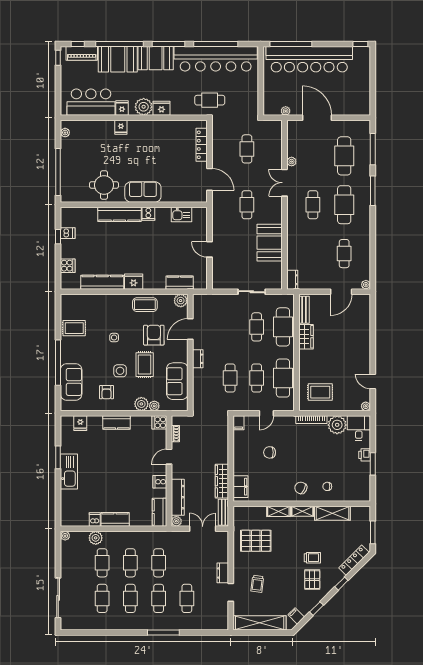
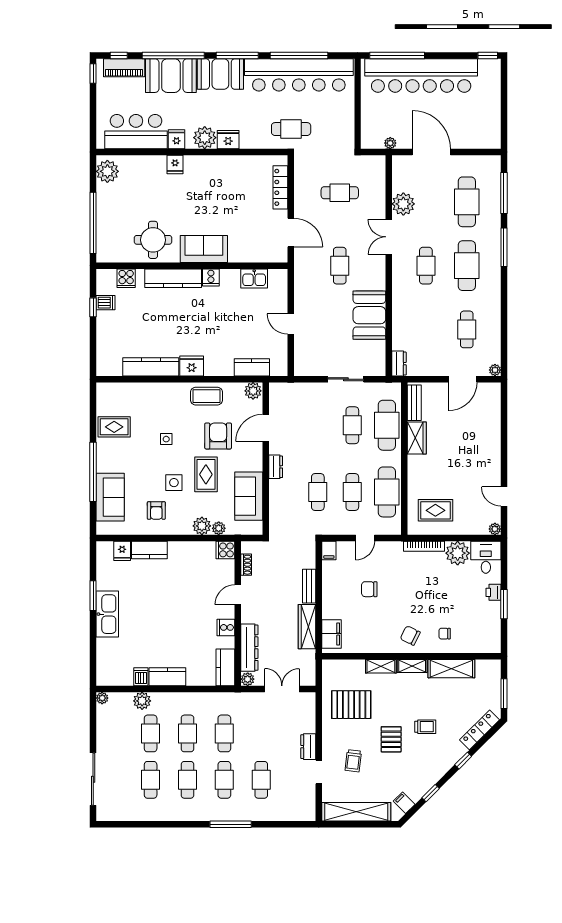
plant: (65, 133) -> (107, 171), width x1.87, depth x1.87
cafe table: (247, 149) -> (340, 193), turned 90
plant: (292, 162) -> (403, 204), width x1.88, depth x1.88
cooker: (68, 266) -> (126, 278), moved, turned 90
kitchen counter: (117, 422) -> (149, 550), moved
bench: (223, 512) -> (309, 586), moved
pallet: (312, 580) -> (391, 739), moved

